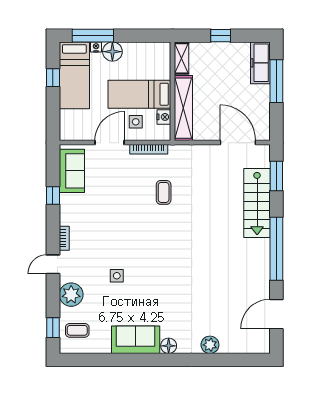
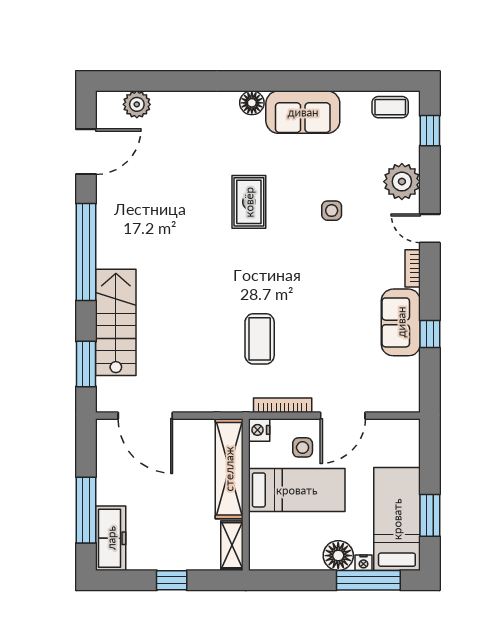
window: (53, 78) -> (430, 515), width x1.50
nightstand: (164, 117) -> (259, 430), moved
sofa: (72, 171) -> (401, 322), moved
coffee table: (164, 192) -> (260, 339), width x1.36, depth x1.30
door: (53, 264) -> (430, 228), swing flipped
rug: (171, 281) -> (249, 202), added
coffee table: (77, 330) -> (390, 107), moved
plant: (210, 345) -> (137, 104), moved

